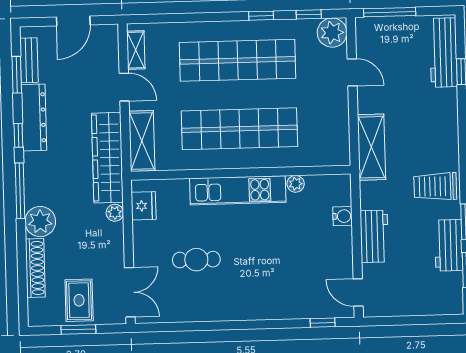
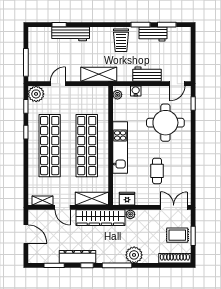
workbench: (443, 53) -> (71, 34), moved
bench: (29, 60) -> (46, 259), removed
door: (124, 87) -> (62, 207), swing flipped
plant: (296, 184) -> (117, 95), moved
shoe rack: (35, 268) -> (175, 258), moved
round table: (286, 273) -> (165, 123), added

